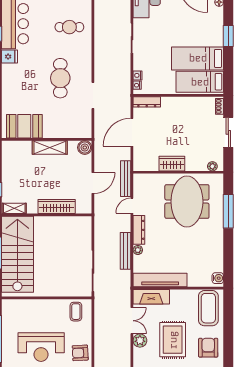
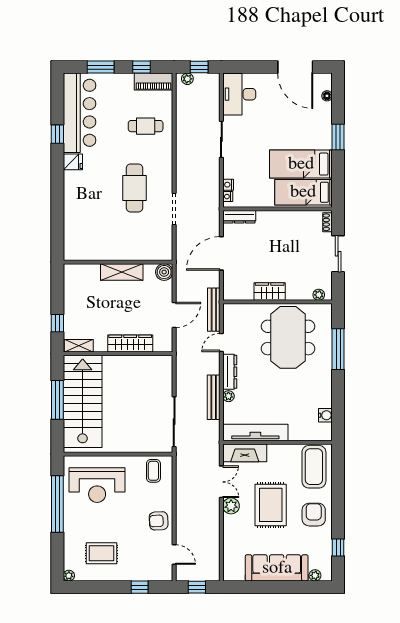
booth: (24, 126) -> (91, 246), removed
water cooler: (218, 278) -> (325, 415), moved
reception desk: (41, 347) -> (97, 485), moved

